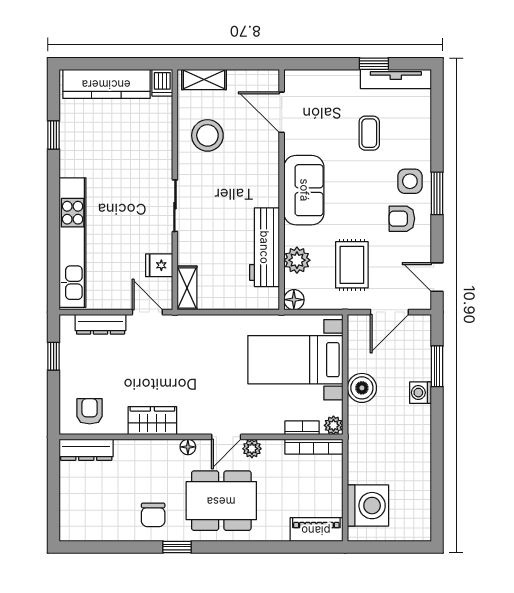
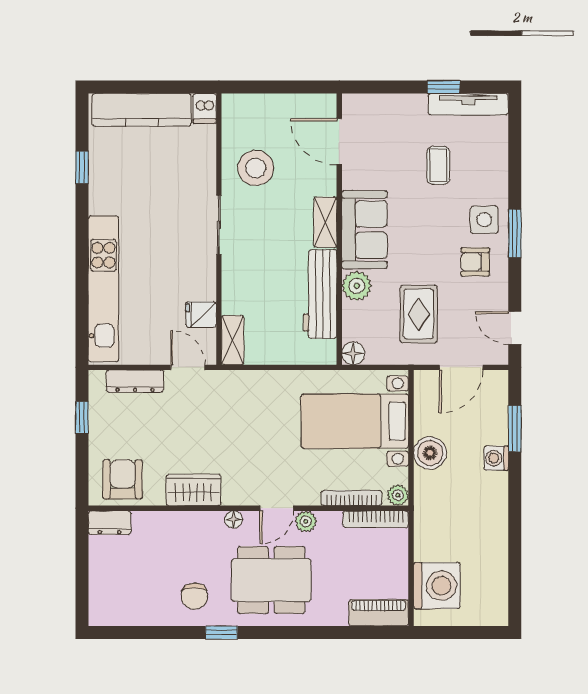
shelving: (204, 79) -> (325, 222), moved, turned 90
sliding door: (175, 206) -> (219, 225), moved
plant: (297, 260) -> (357, 286), moved
armchair: (90, 411) -> (123, 479), width x1.38, depth x1.38
bookcase: (302, 428) -> (352, 498), width x1.56
dresser: (86, 450) -> (110, 523), width x0.70

